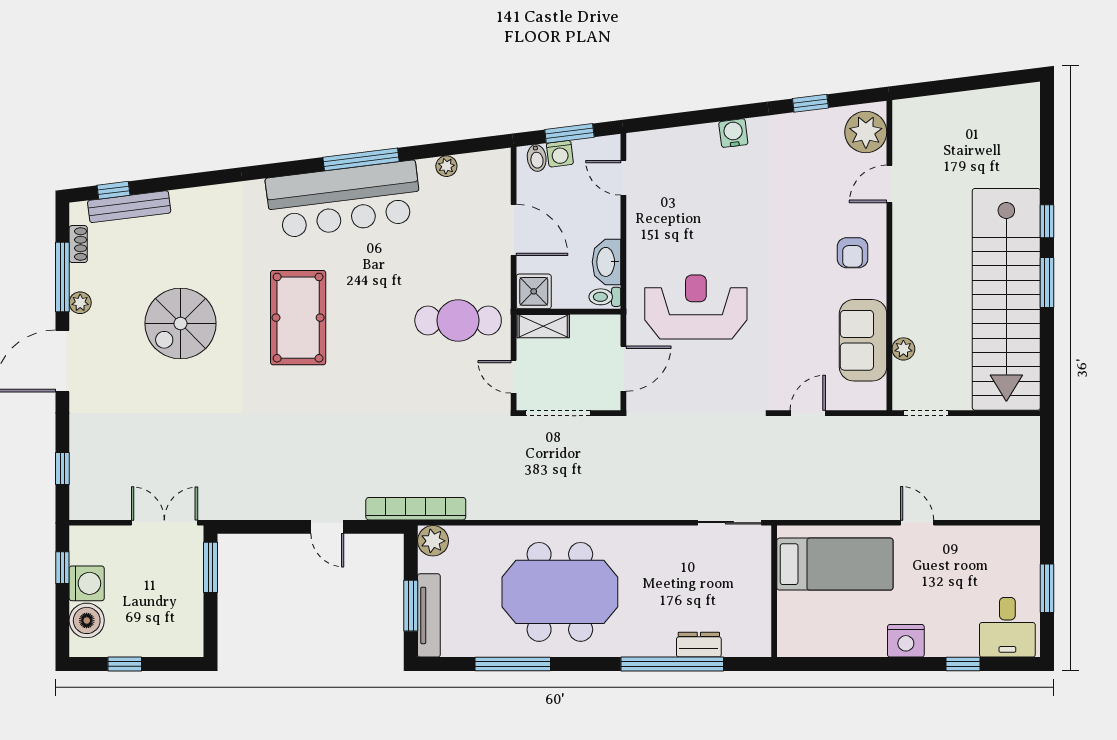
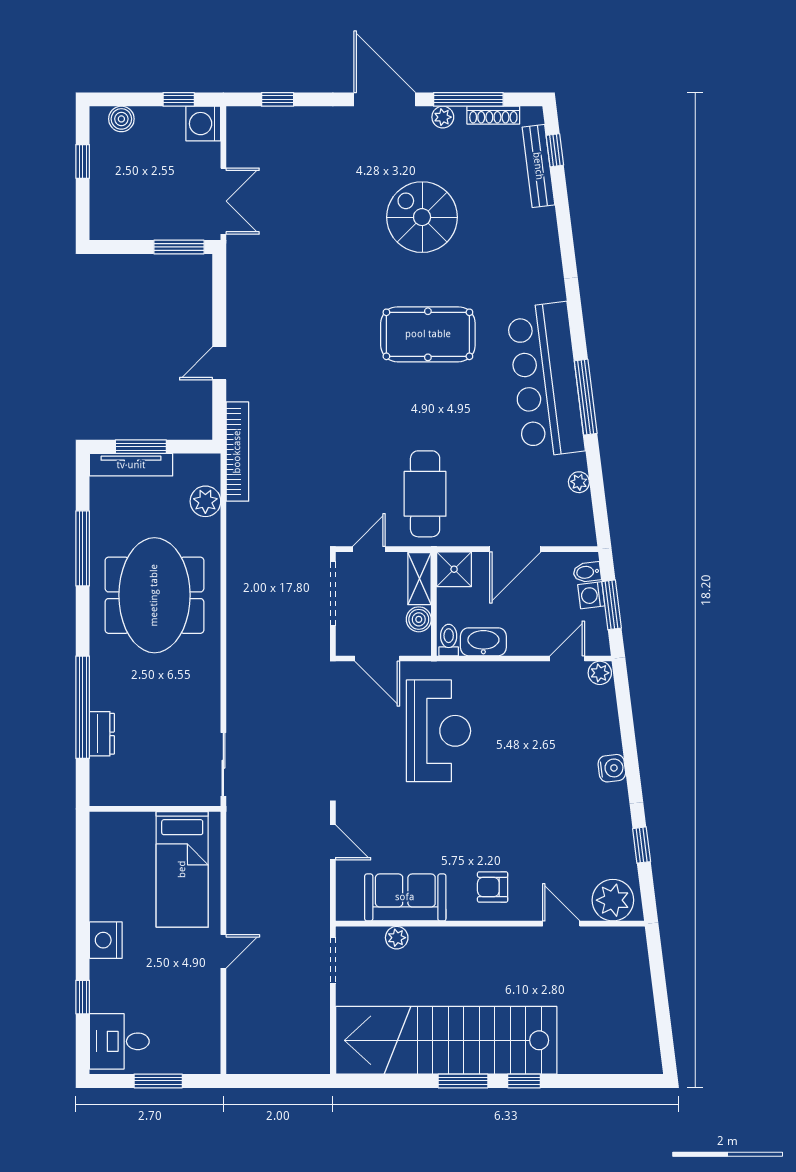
plant: (638, 145) -> (600, 673), added
shoe rack: (78, 244) -> (493, 115), width x1.43
boiler: (584, 327) -> (419, 619), added
plant: (433, 541) -> (205, 501), moved
washing machine: (87, 583) -> (203, 124), moved, turned 90
boiler: (87, 620) -> (121, 119), width x0.73, depth x0.73

